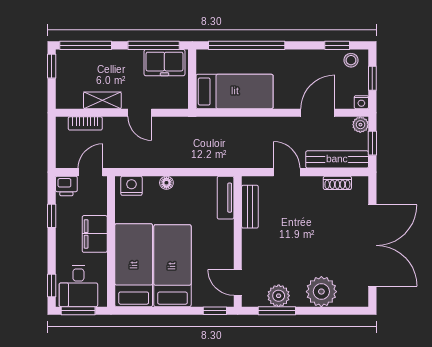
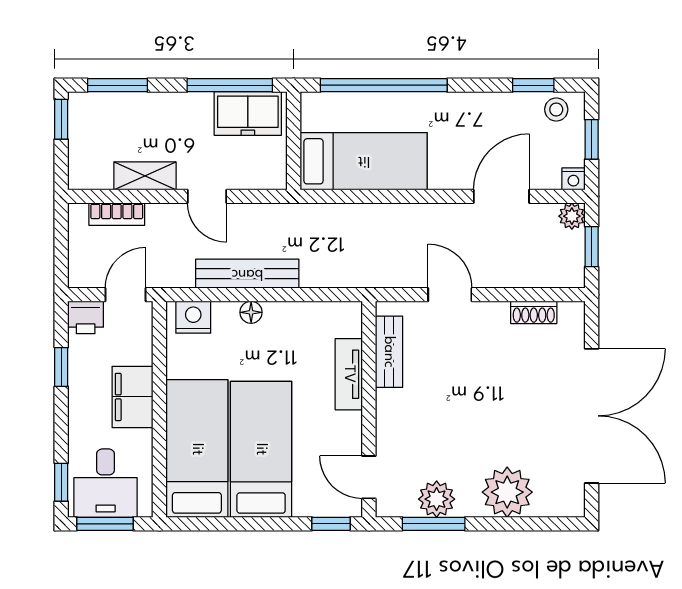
window: (86, 45) -> (117, 85), width x0.69
bench: (337, 159) -> (247, 274), moved
tv unit: (226, 198) -> (349, 374), moved

